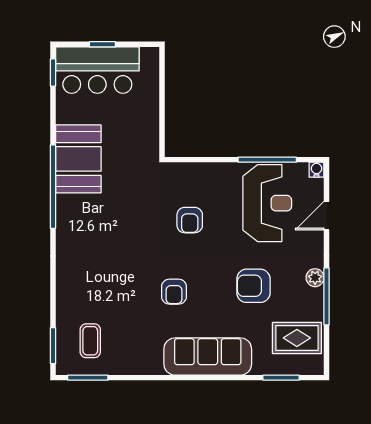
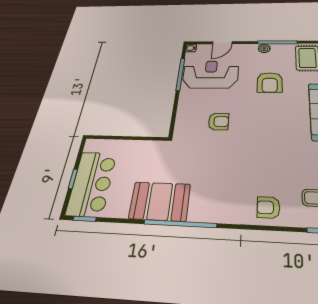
door: (327, 216) -> (222, 43), hinge flipped
armchair: (174, 292) -> (268, 207), moved, turned 180

